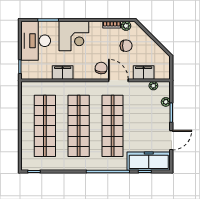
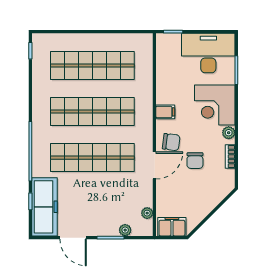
plant: (126, 26) -> (229, 133), moved
chair: (126, 46) -> (195, 161), moved
filing cabinet: (63, 72) -> (165, 112), moved, width x0.50
filing cabinet: (144, 72) -> (172, 227), moved, turned -90

